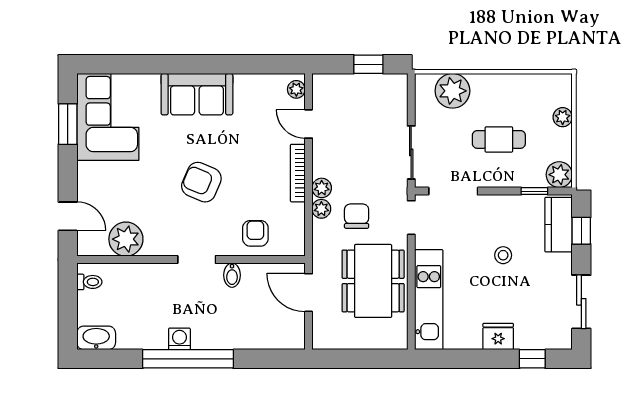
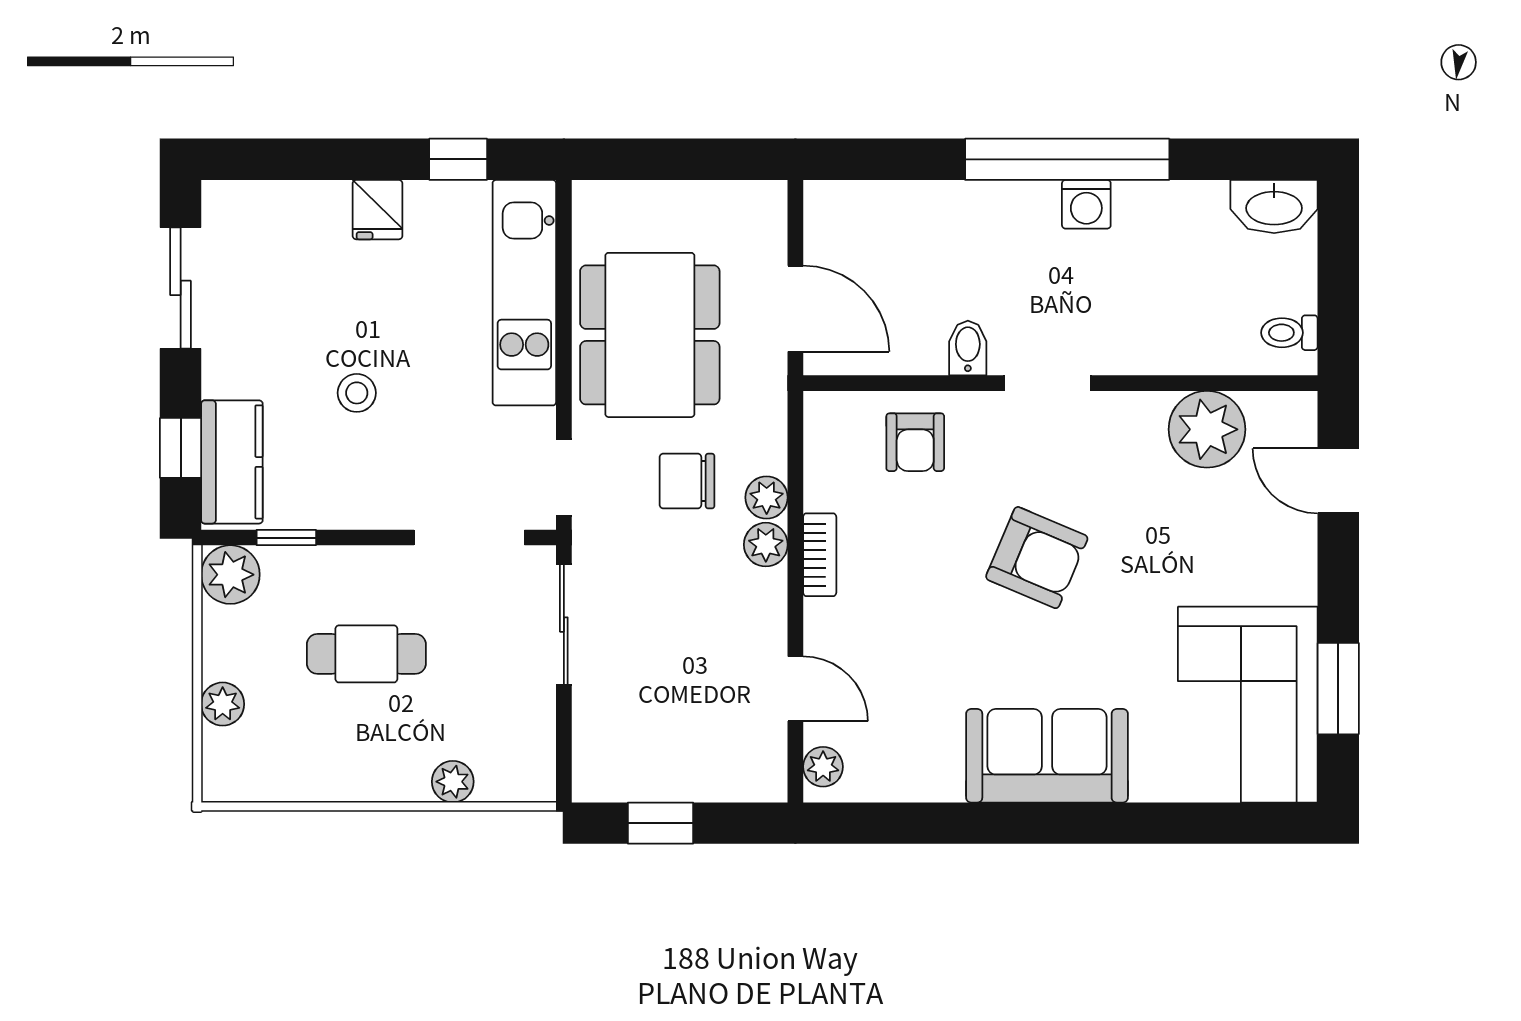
plant: (452, 91) -> (453, 782), width x0.53, depth x0.53
bookcase: (298, 173) -> (820, 555), width x0.64
chair: (357, 216) -> (687, 481), turned 90
fridge: (498, 337) -> (378, 210), width x0.72
window: (532, 359) -> (458, 159), moved

